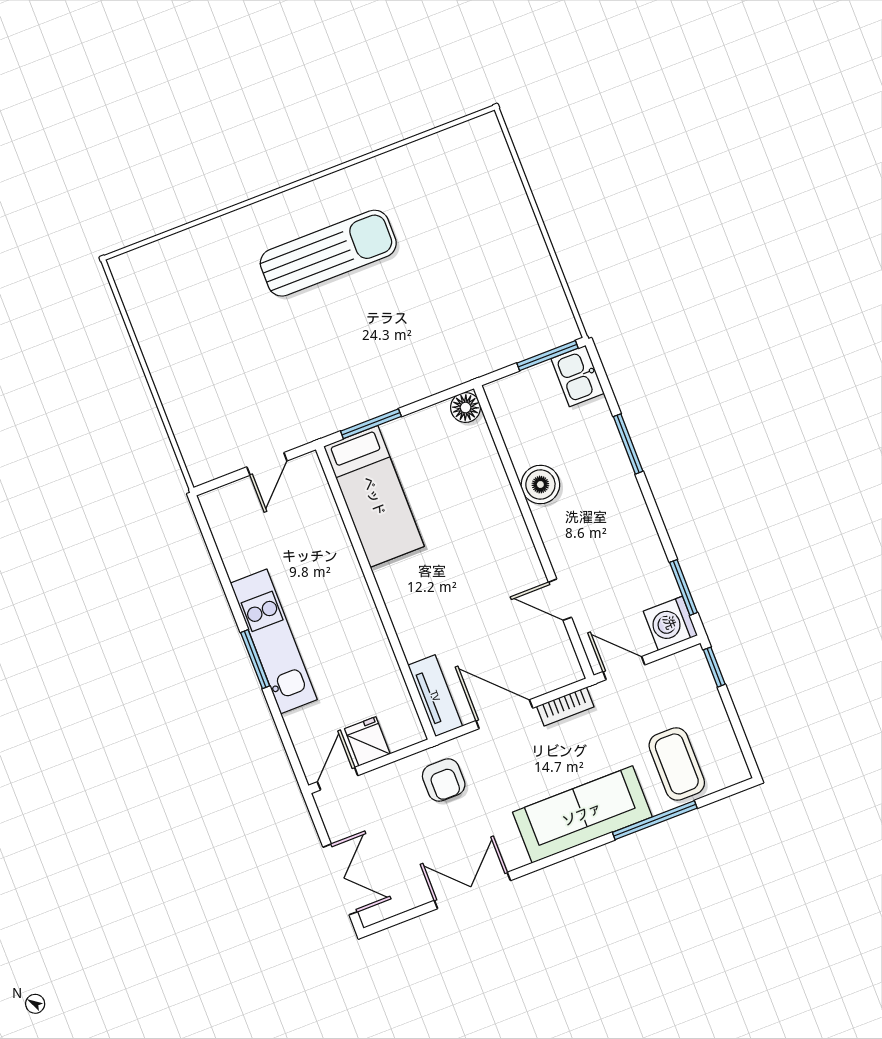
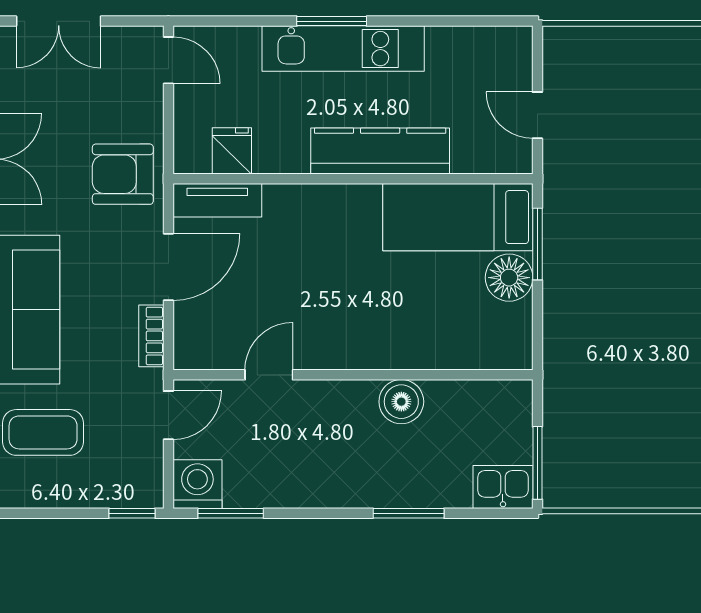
floor lamp: (466, 408) -> (509, 278), moved, width x1.38, depth x1.38
kitchen counter: (345, 580) -> (380, 151), added
fridge: (367, 741) -> (232, 151), moved, turned -90
armchair: (444, 780) -> (123, 174), width x1.38, depth x1.38

